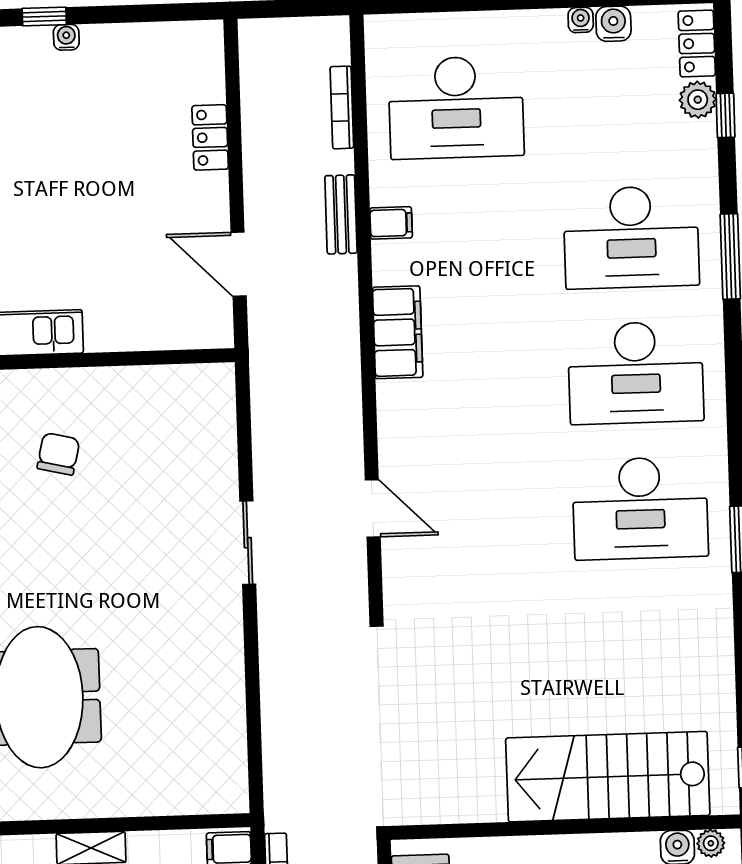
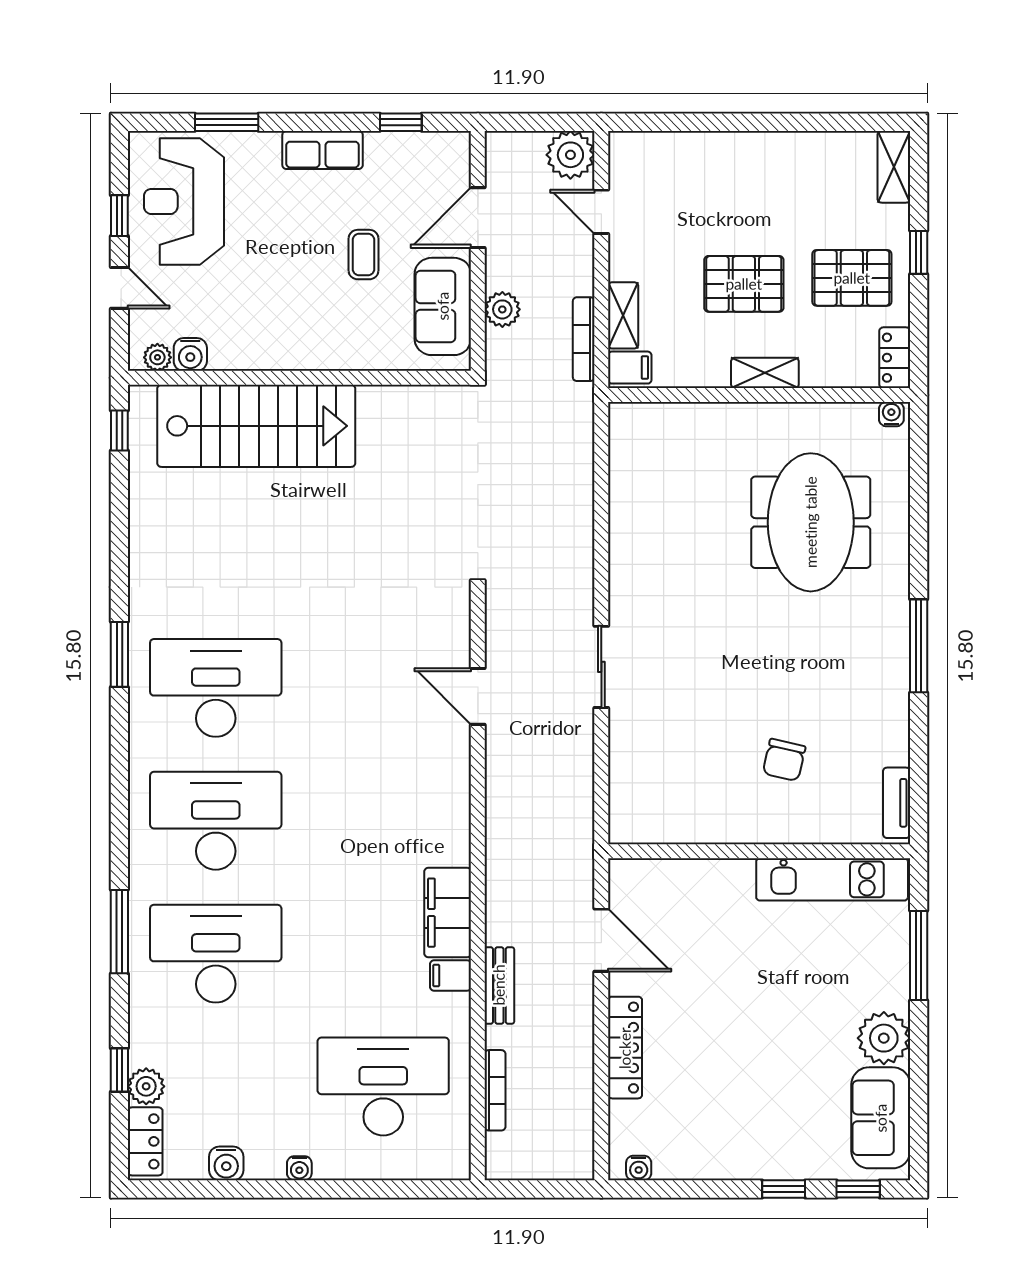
water cooler: (581, 20) -> (299, 1168), moved
water cooler: (66, 37) -> (639, 1168), moved
locker: (210, 137) -> (625, 1048), width x1.53
filing cabinet: (398, 332) -> (448, 913), moved

